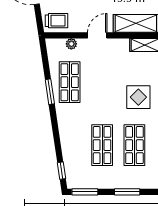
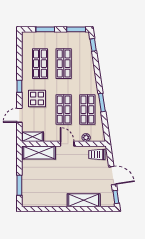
door: (97, 35) -> (67, 144), swing flipped
shop shelf: (102, 82) -> (64, 110), added

